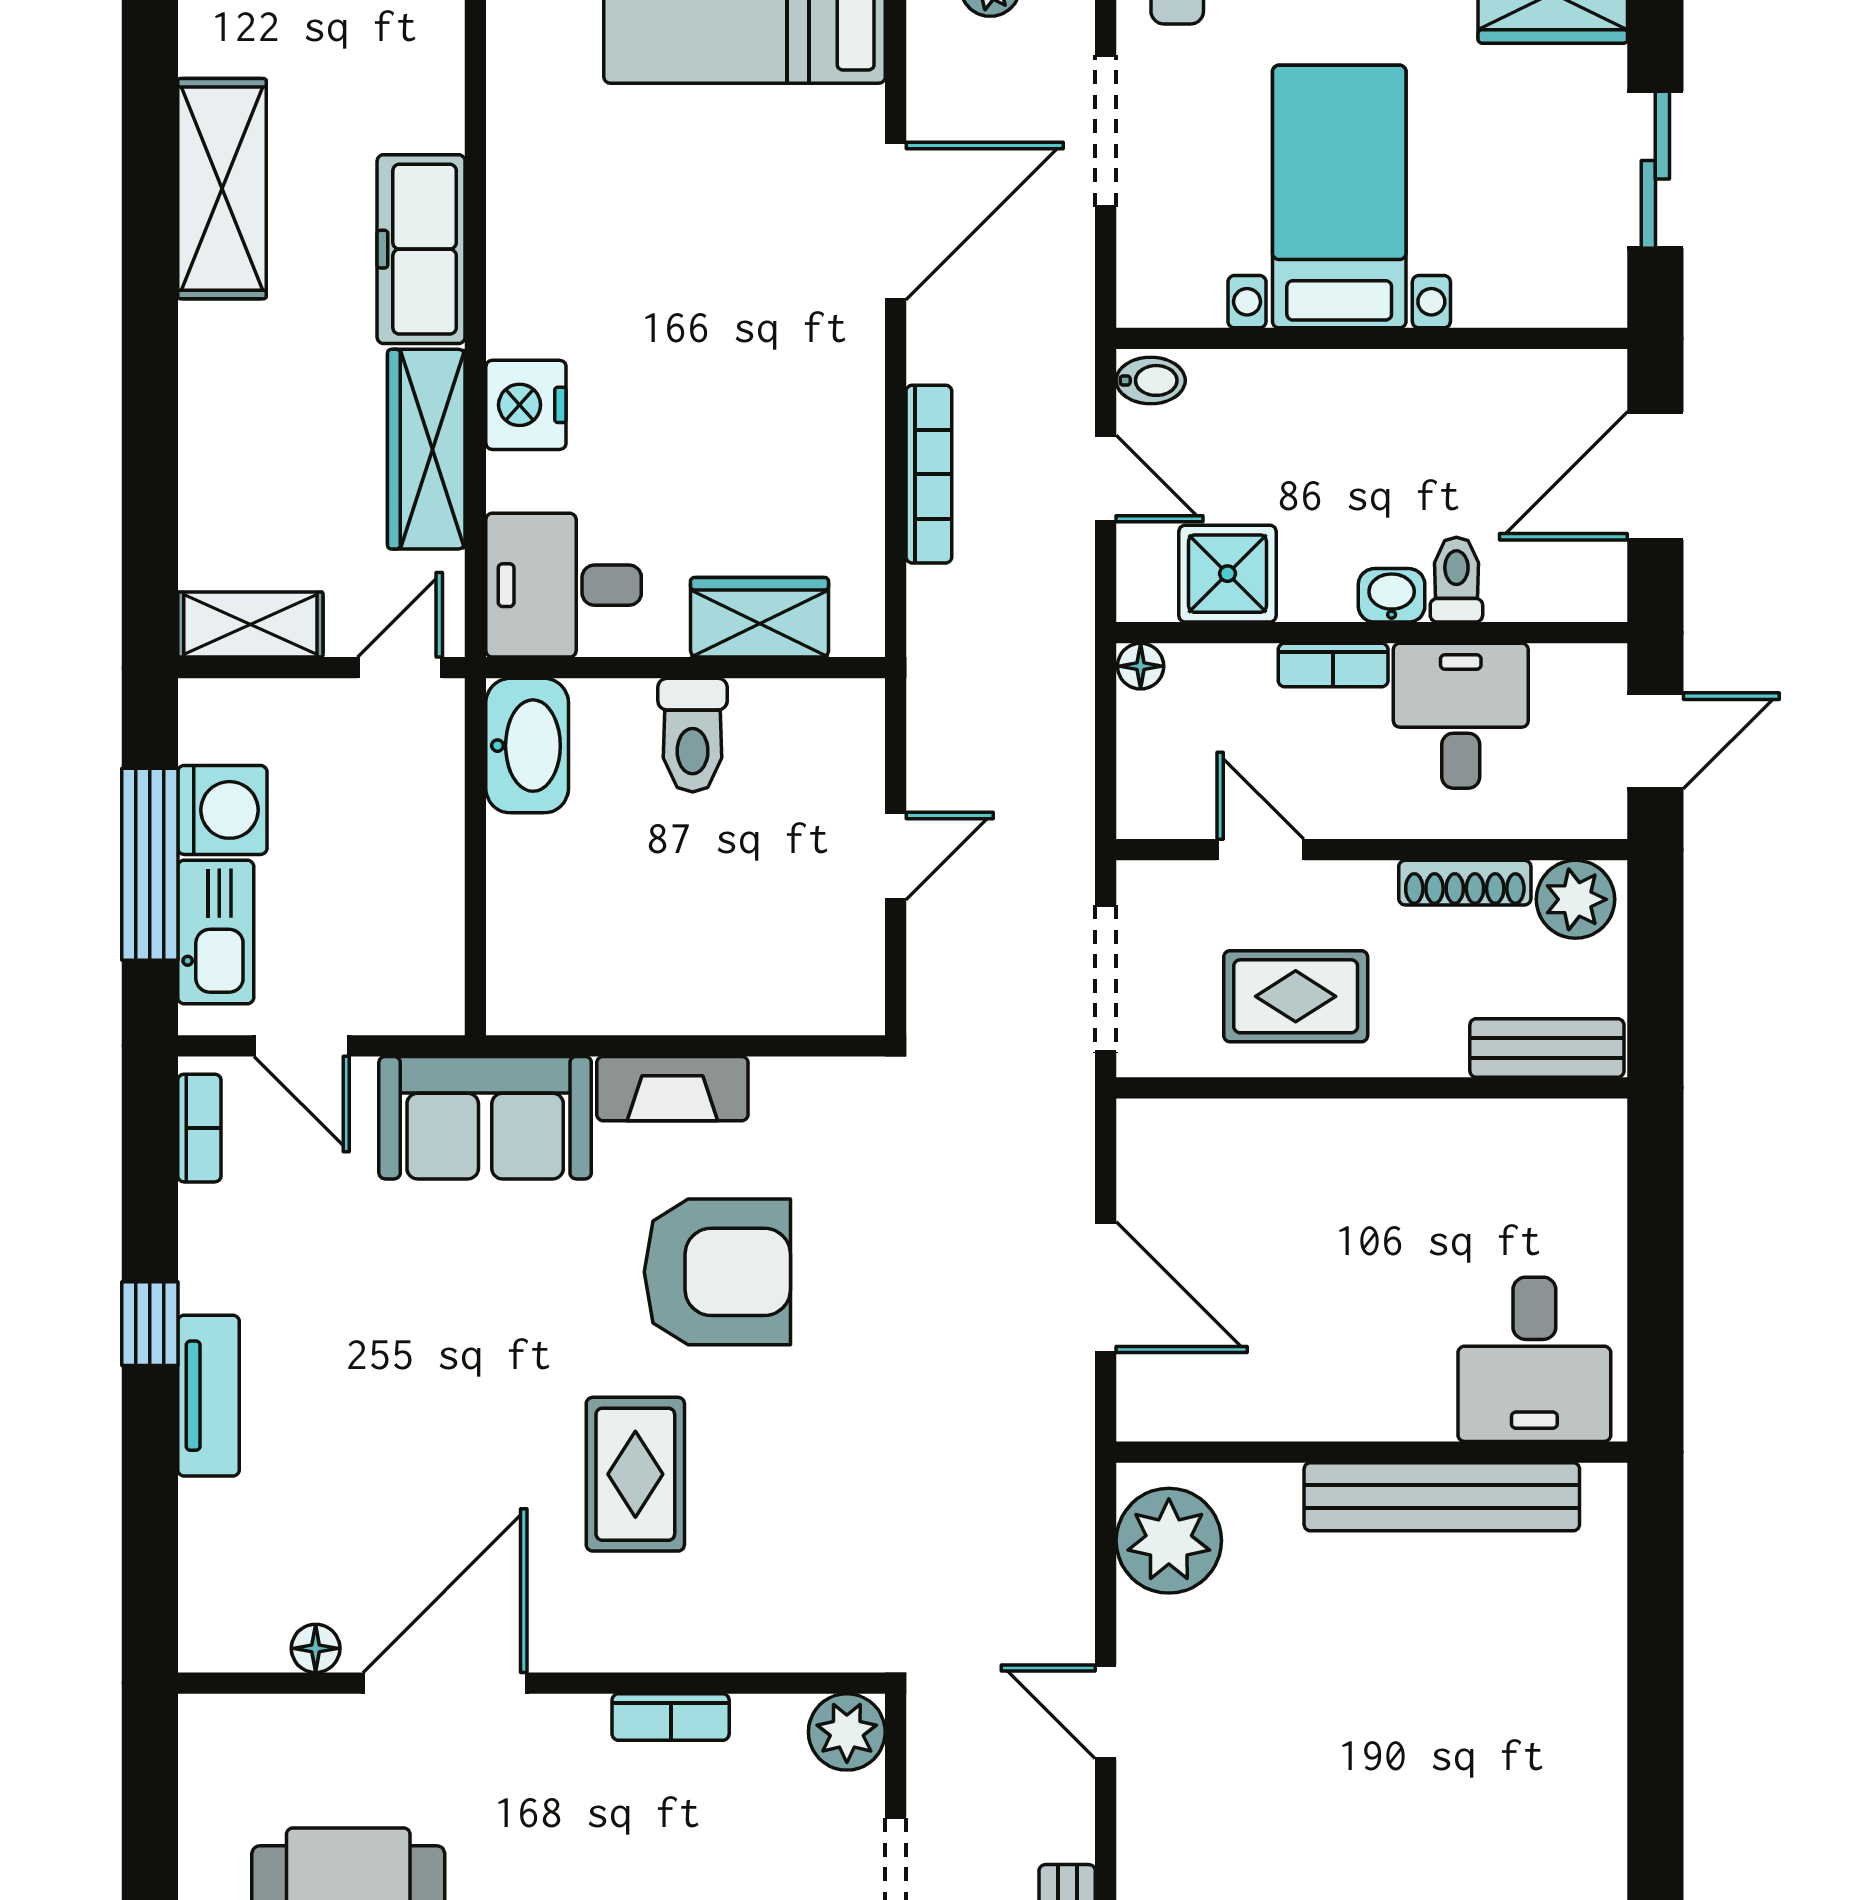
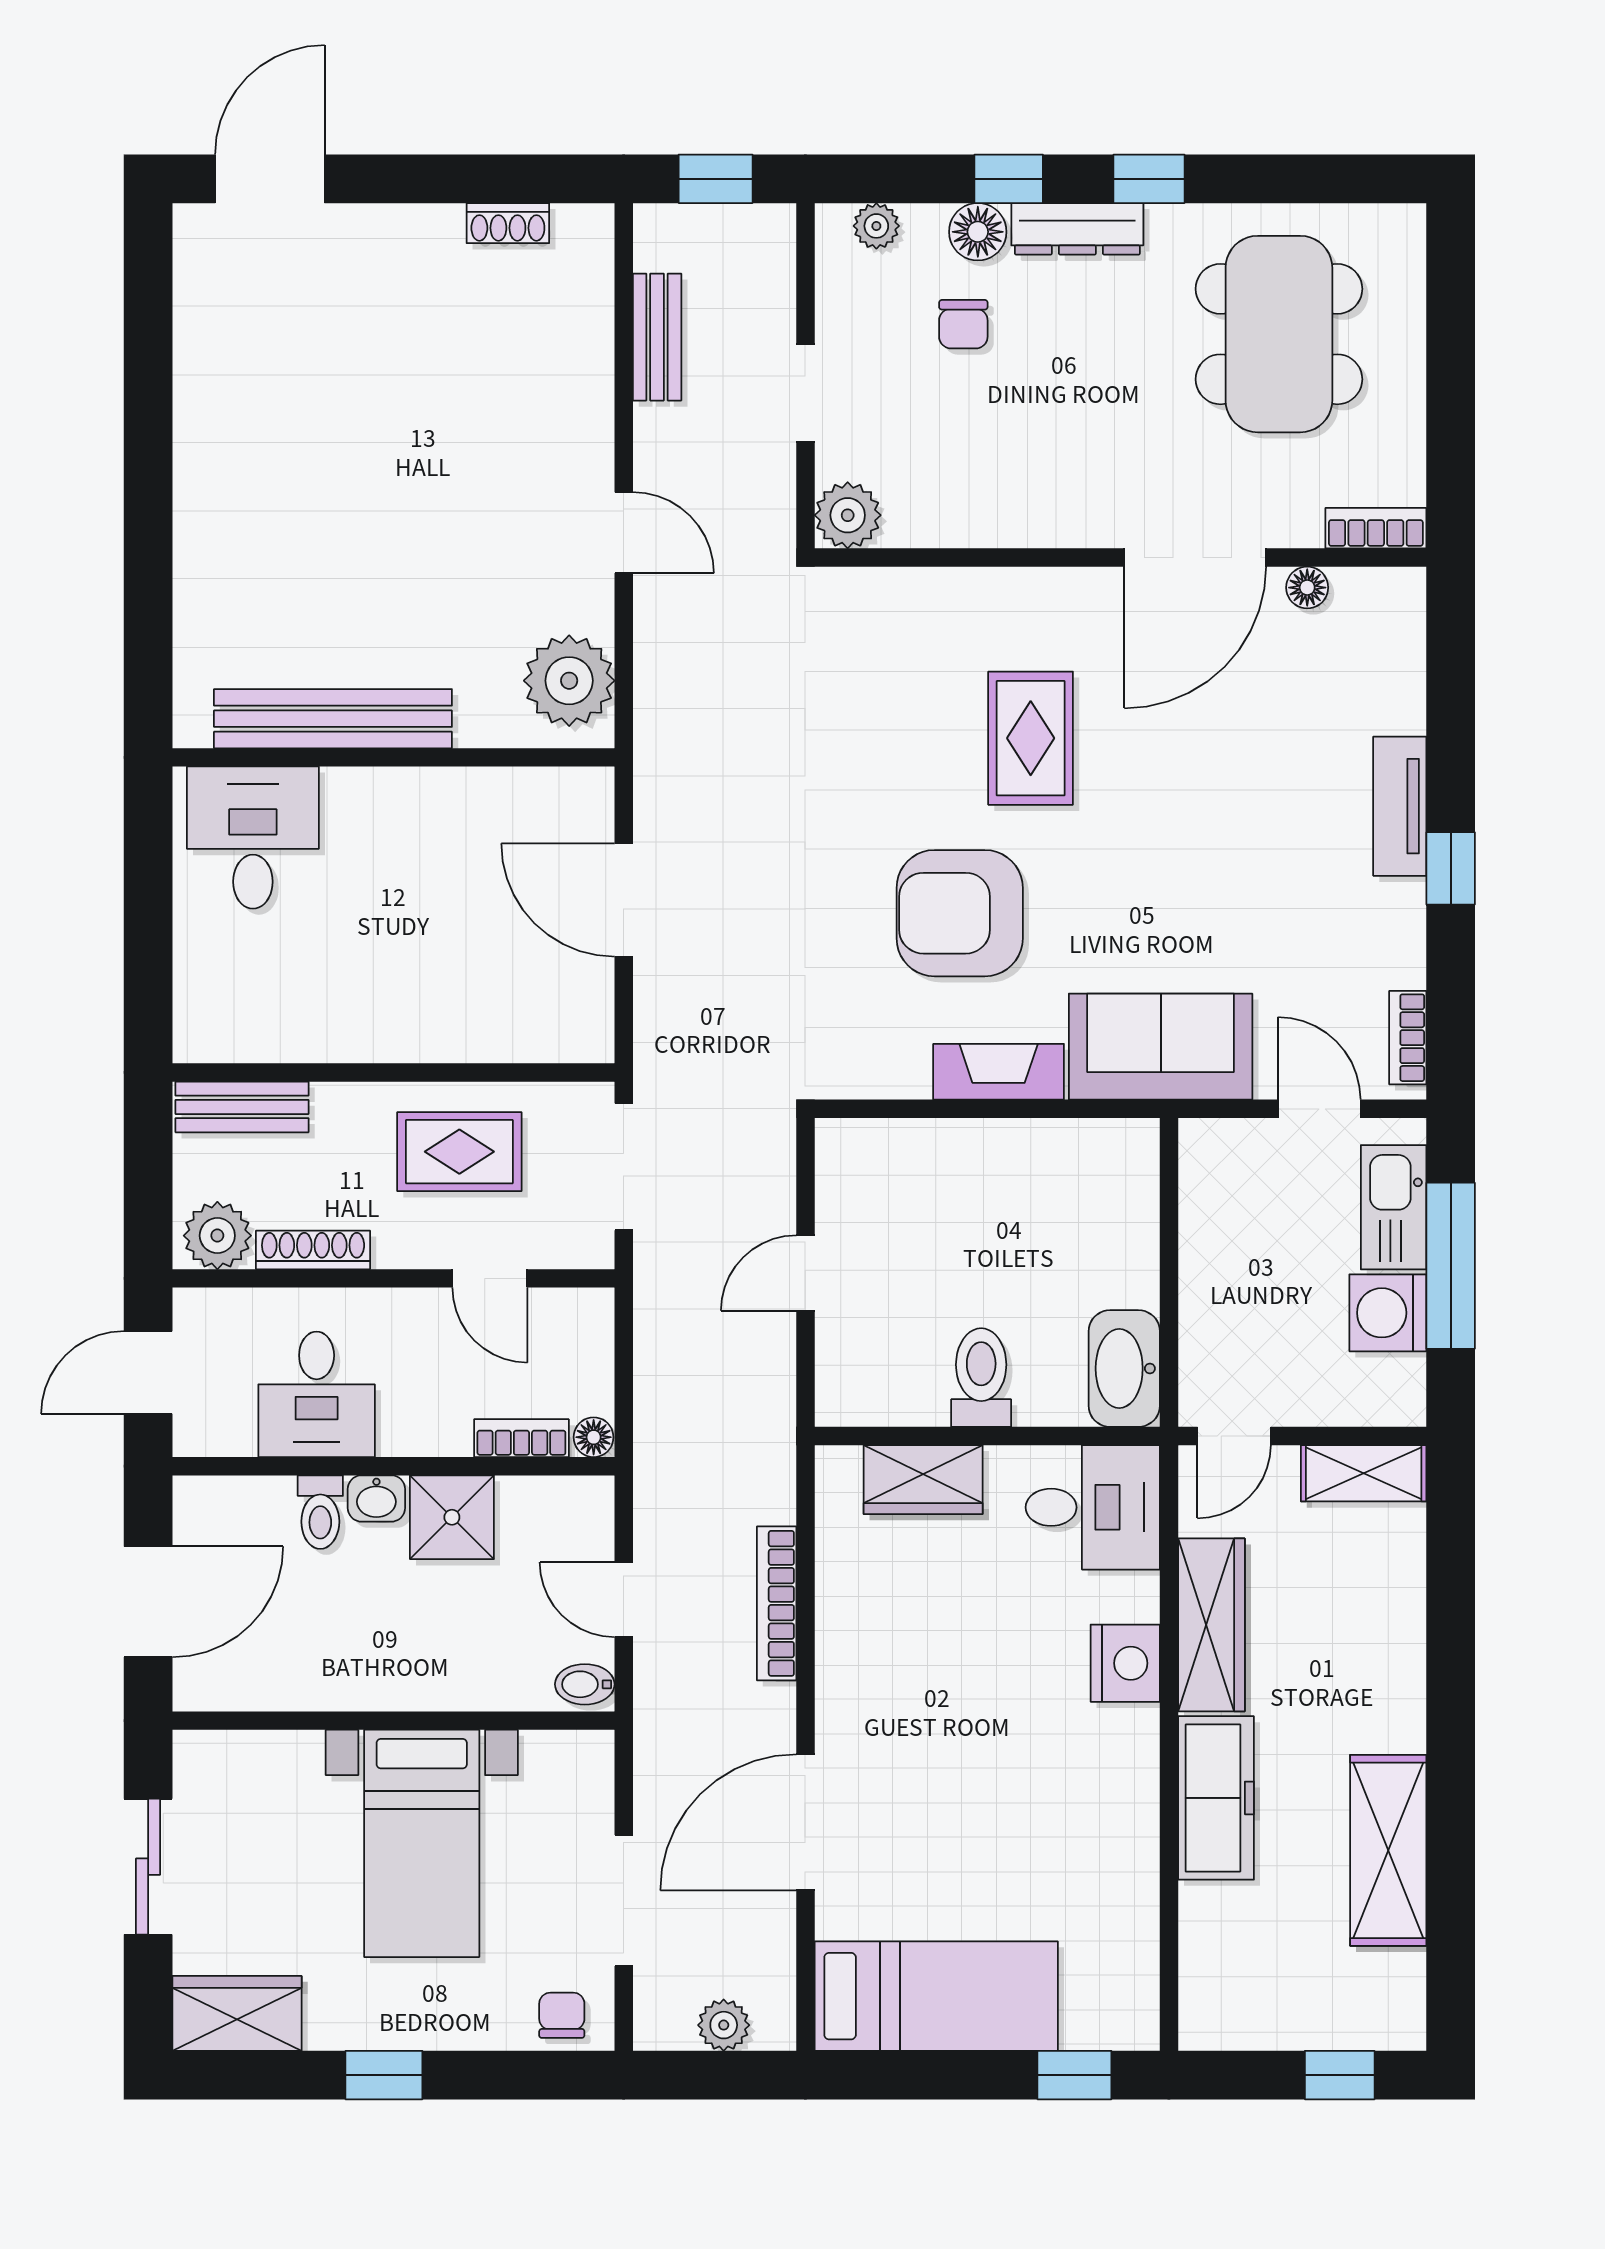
shower: (1228, 574) -> (452, 1517), moved
bookcase: (1333, 665) -> (521, 1438), moved
bookcase: (671, 1717) -> (1376, 528), moved

